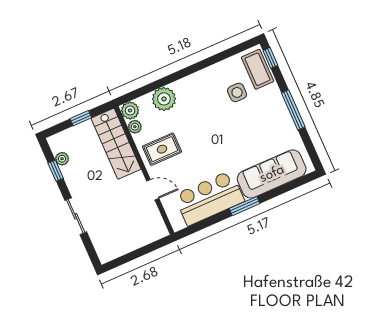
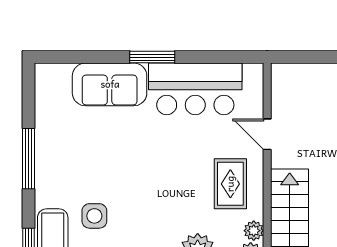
rug: (162, 149) -> (230, 184), turned 90
sofa: (272, 174) -> (110, 84), width x0.73

